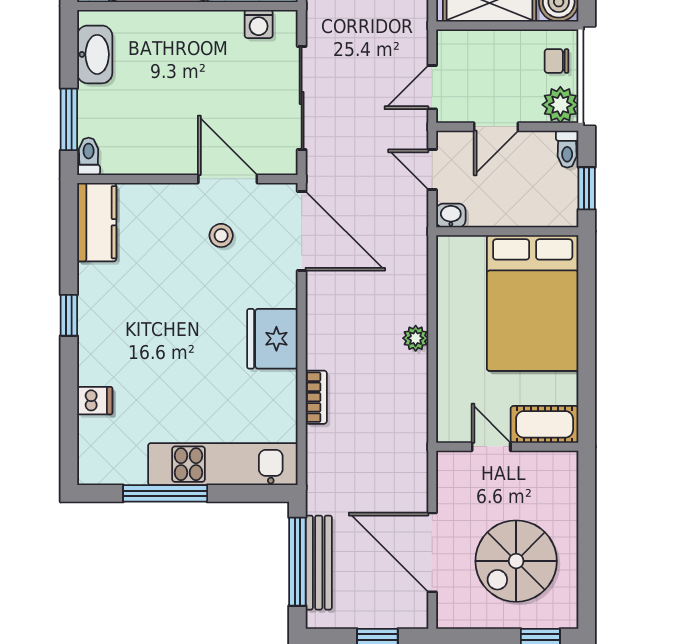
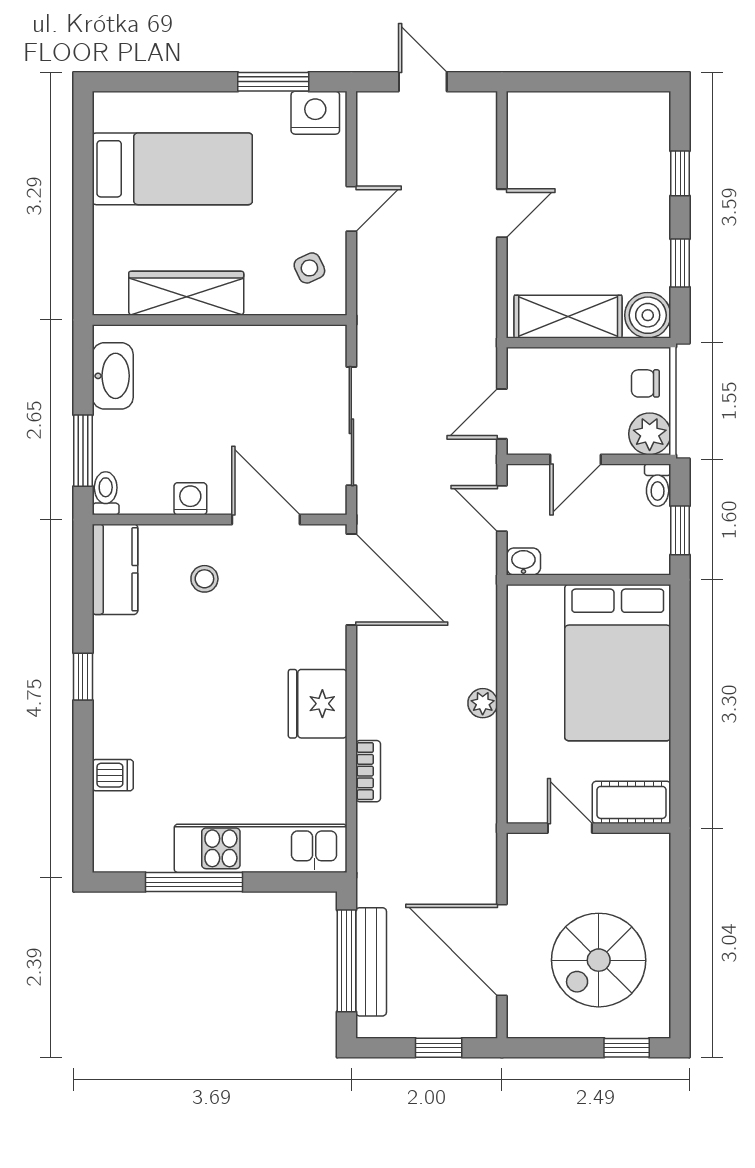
washing machine: (259, 24) -> (190, 499), moved, turned 180
stool: (221, 235) -> (204, 579), moved

